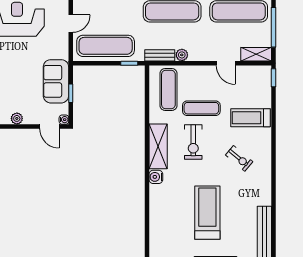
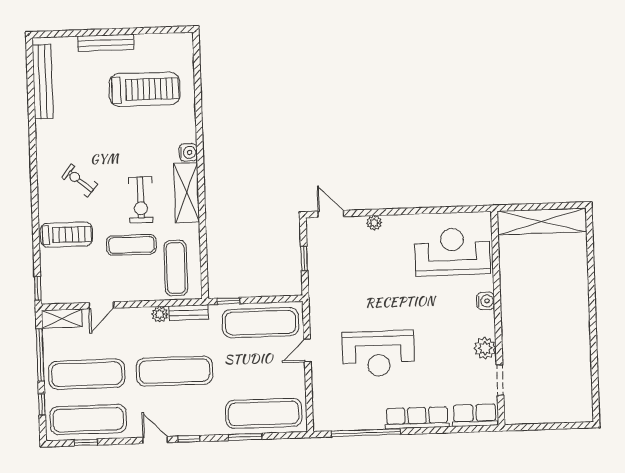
door: (226, 63) -> (101, 305), swing flipped
sofa: (56, 81) -> (324, 274), removed
water cooler: (64, 120) -> (312, 224), removed
exercise bike: (193, 142) -> (141, 200), turned 180
treadmill: (207, 213) -> (144, 89), moved, turned -90

